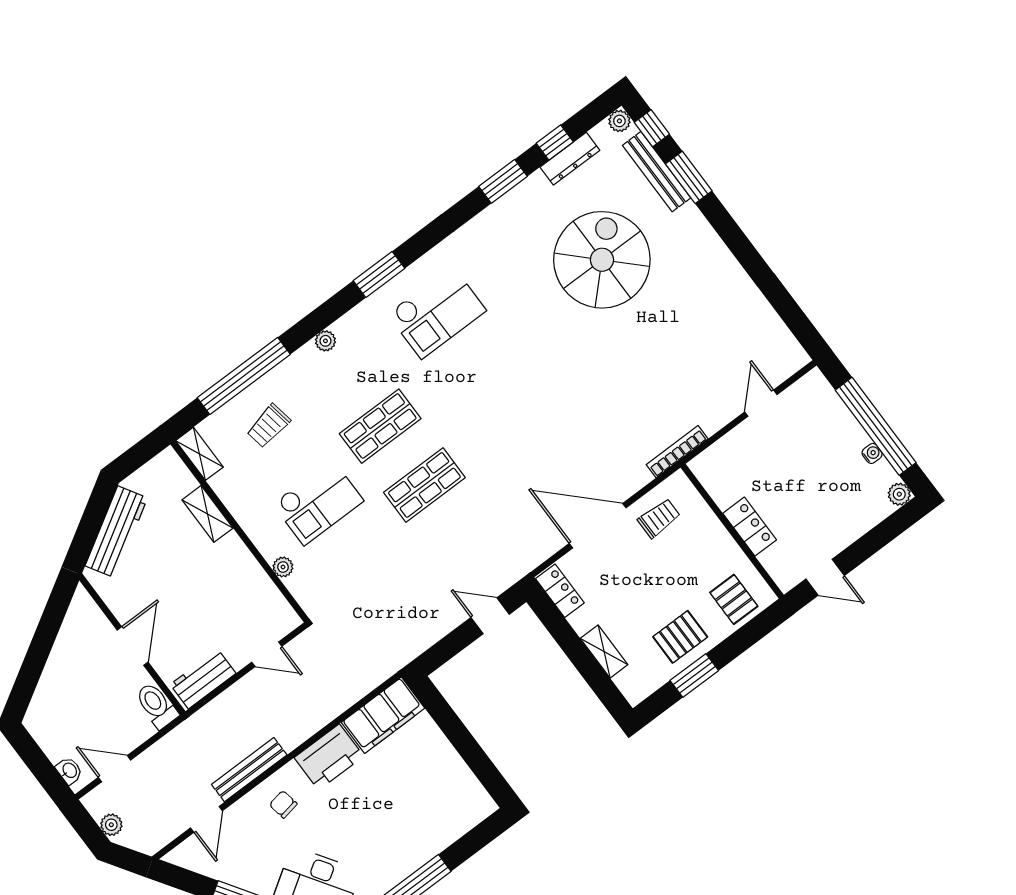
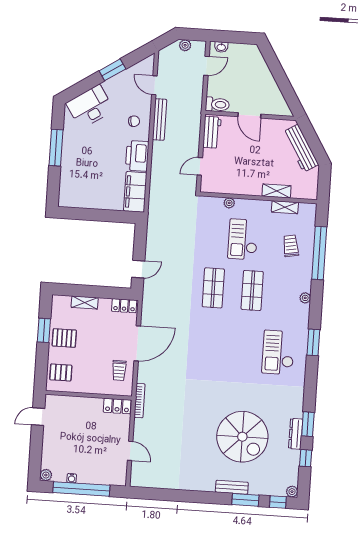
dresser: (570, 159) -> (296, 434), moved
bench: (657, 172) -> (232, 487), moved, width x0.73
shelving: (199, 454) -> (285, 207), moved
locker: (750, 527) -> (117, 406), moved
pallet: (680, 637) -> (64, 338), turned 90

